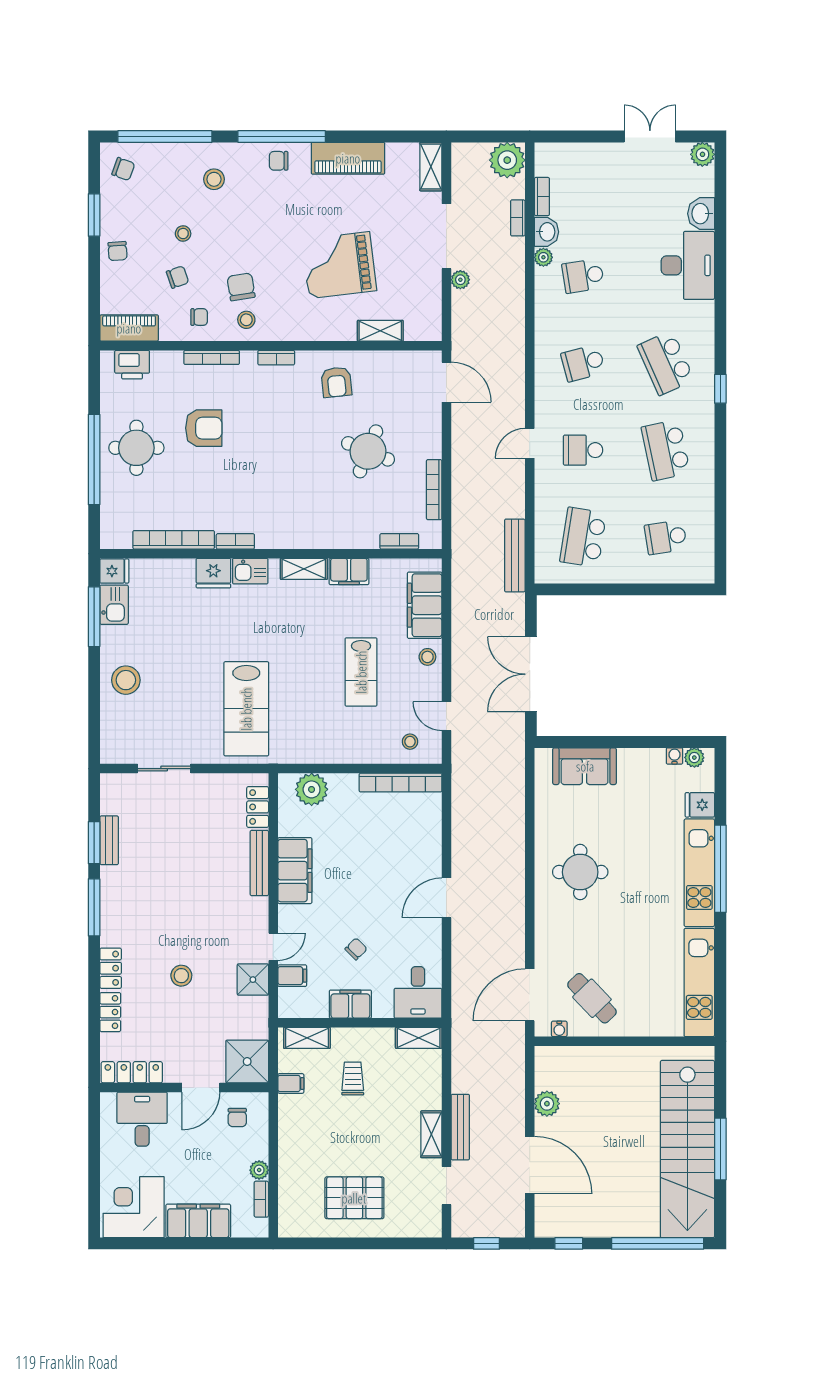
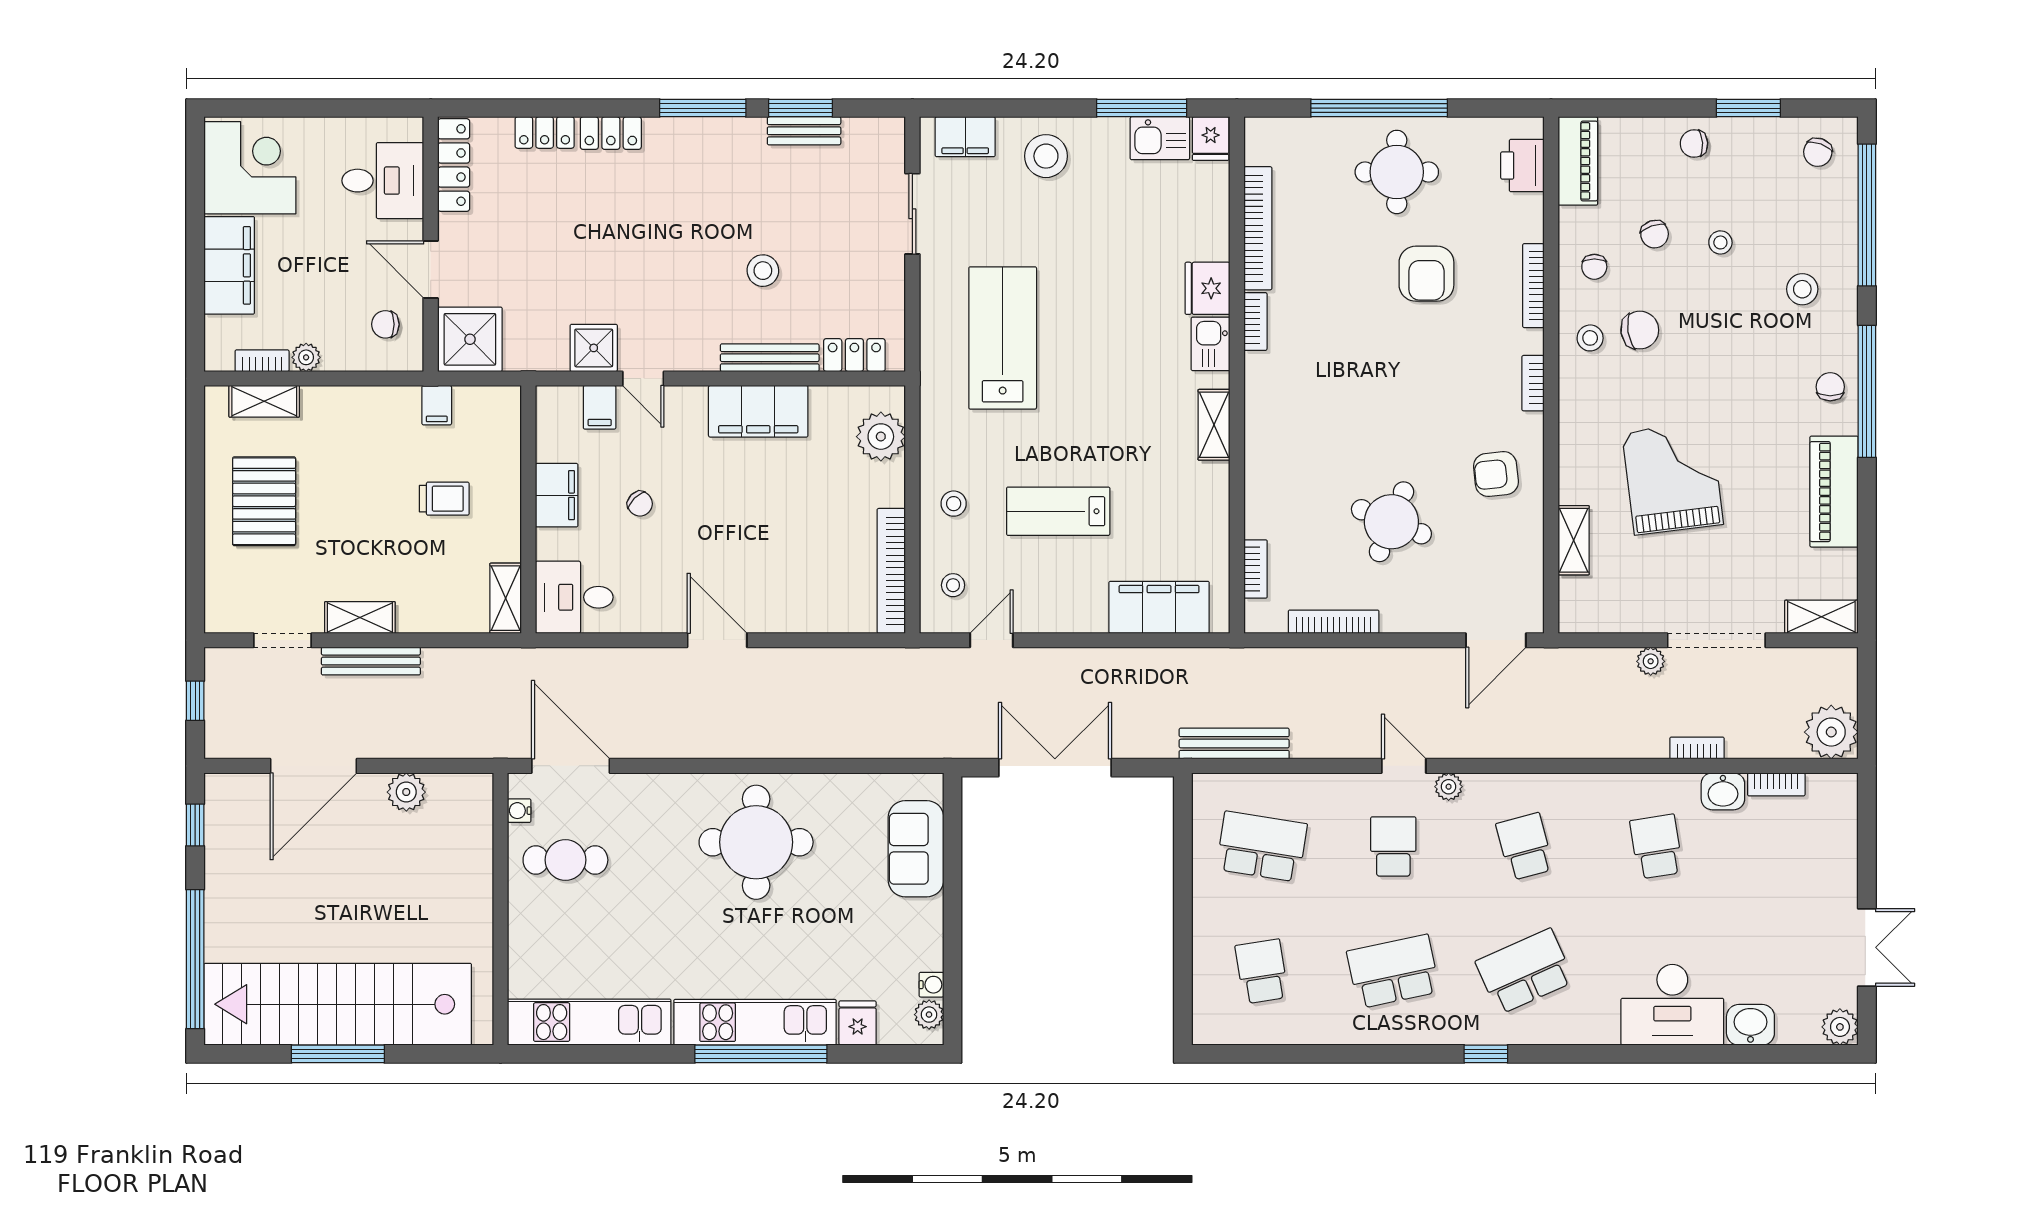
bookcase: (518, 218) -> (1697, 748), moved
plant: (543, 257) -> (1449, 787), moved
filing cabinet: (349, 571) -> (965, 137), moved, turned -90
stool: (427, 657) -> (954, 504), moved
lab bench: (246, 709) -> (1003, 338), turned 90
round table: (580, 872) -> (756, 842), width x1.36, depth x1.36
stool: (181, 976) -> (763, 271), moved
cafe table: (592, 998) -> (565, 860), turned 44
shelving: (307, 1038) -> (264, 401), moved, turned 90

